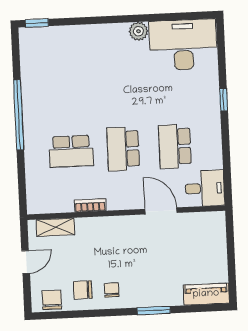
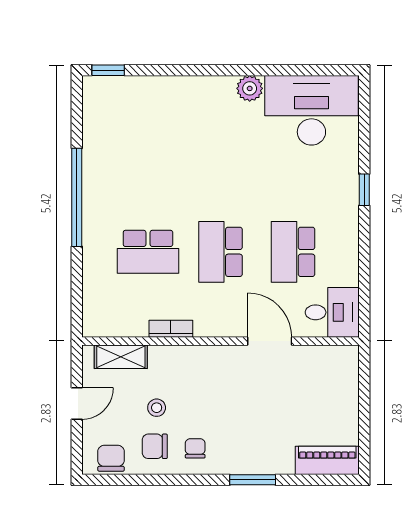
stool: (83, 262) -> (157, 408), added

